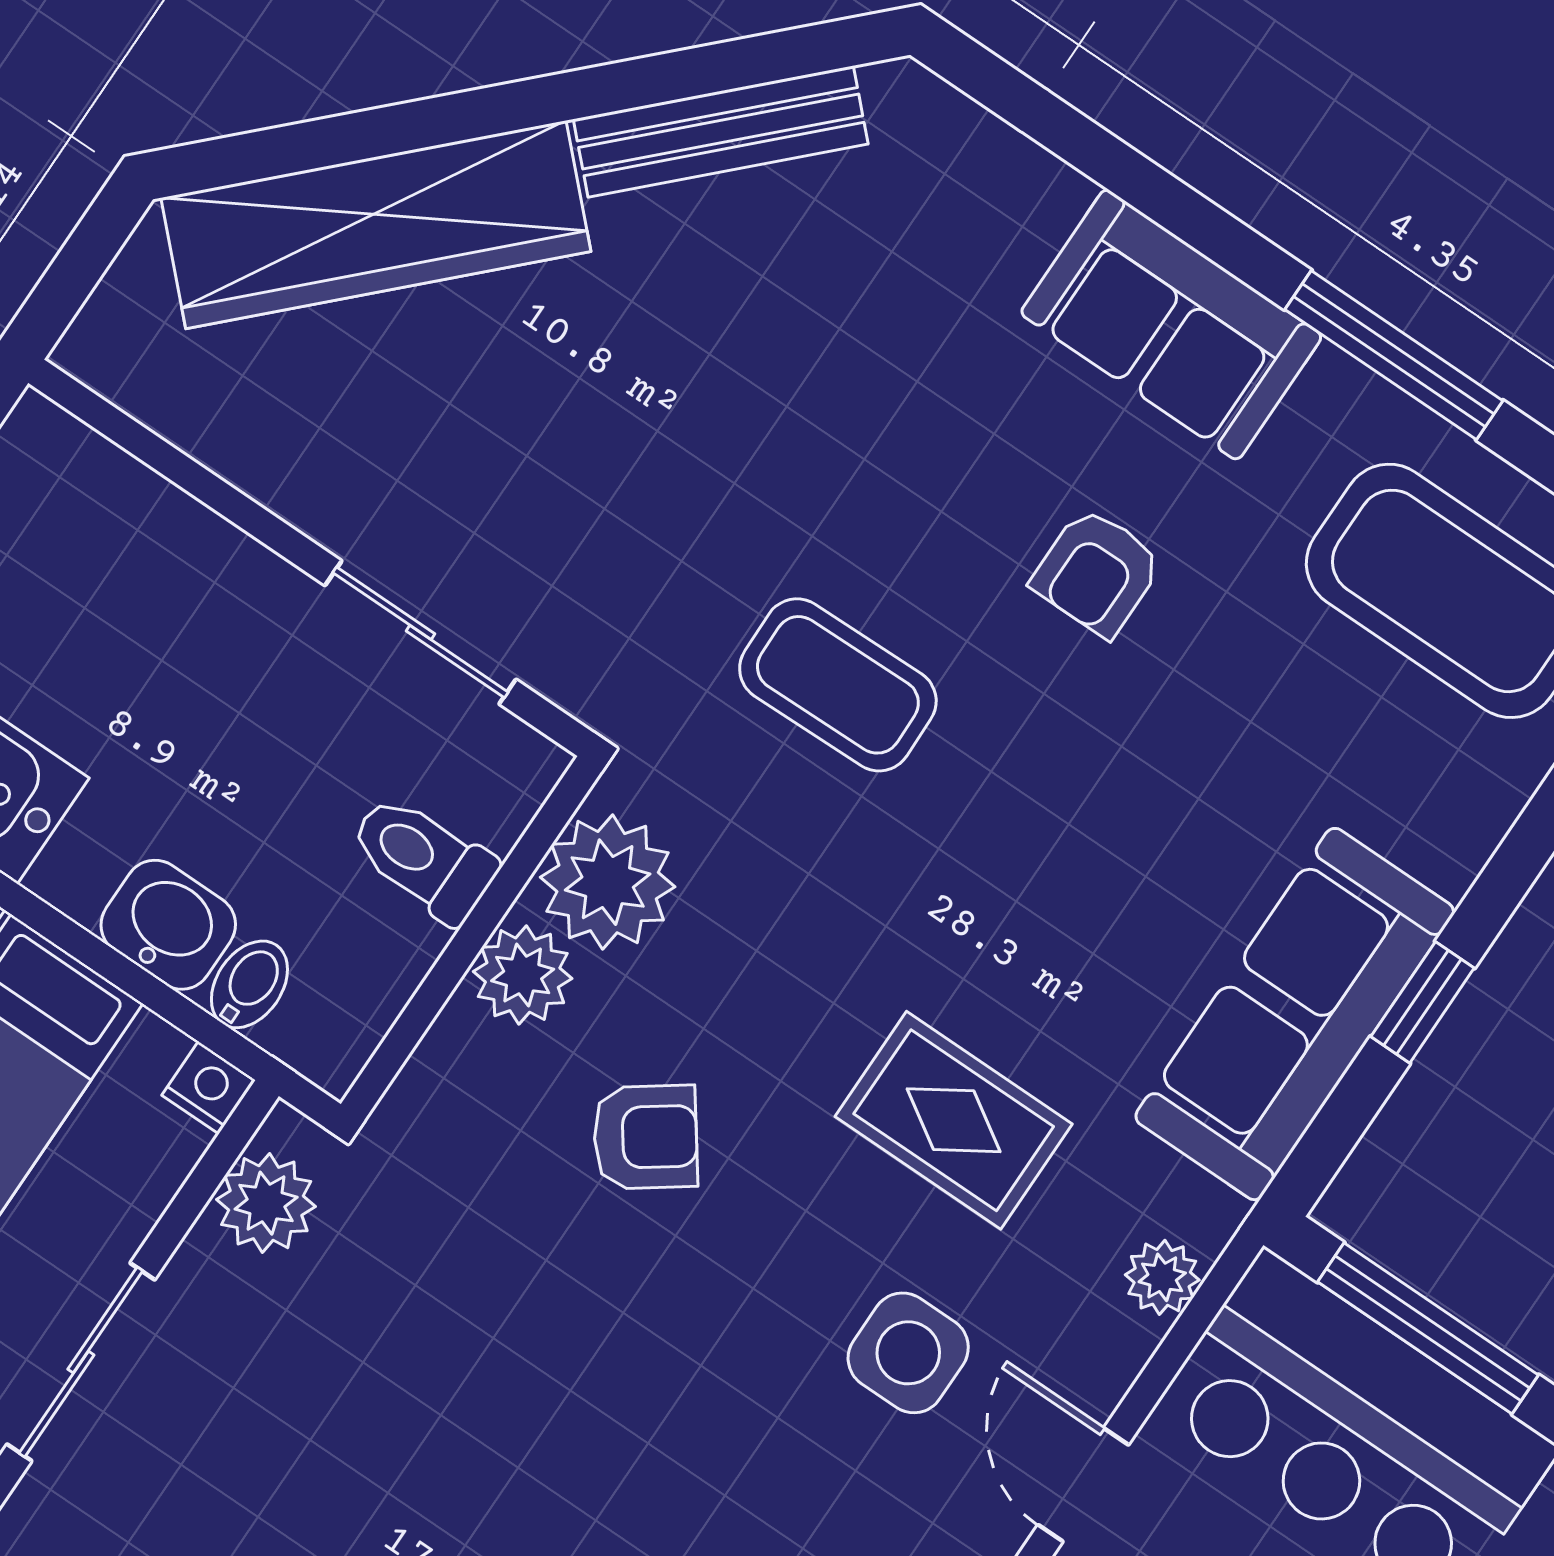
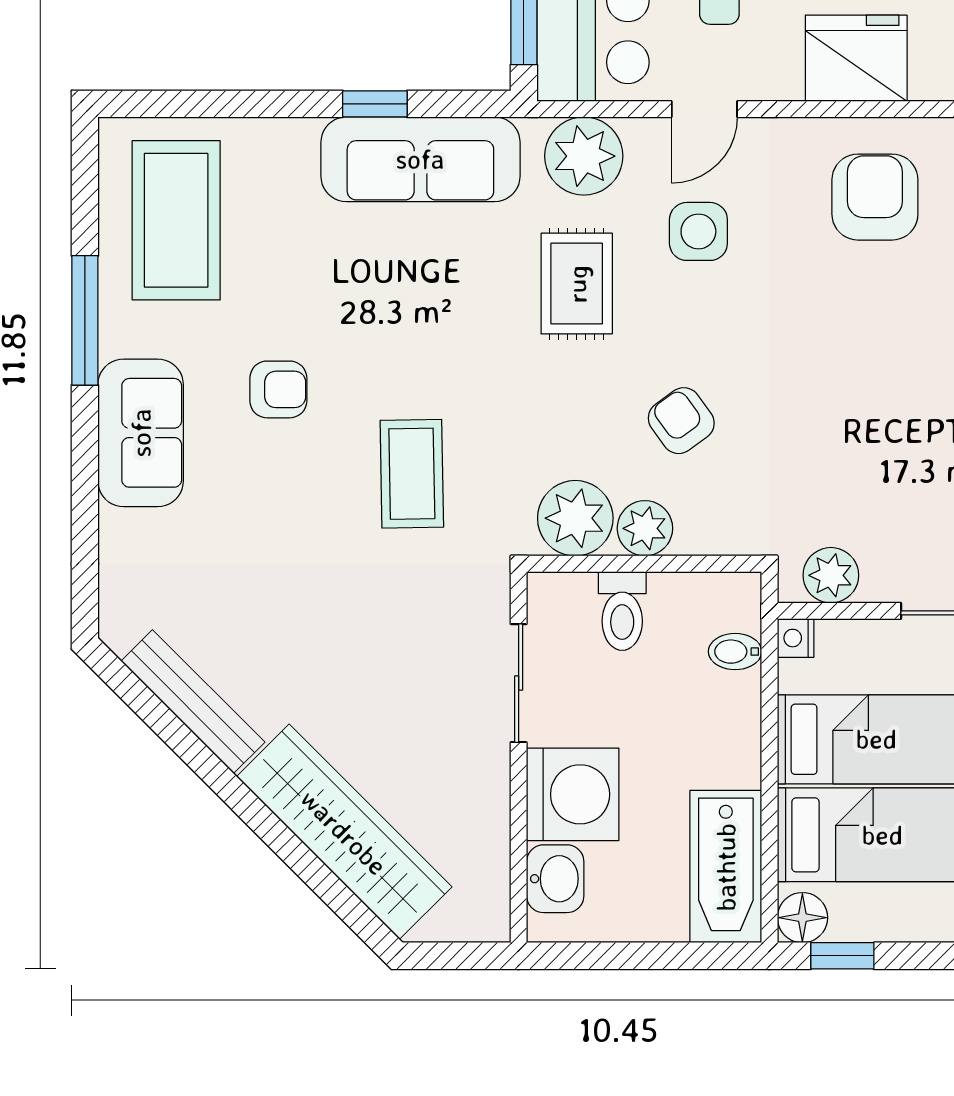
washing machine: (201, 600) -> (573, 794), added
washbasin: (168, 925) -> (555, 879), moved, turned 180
plant: (1162, 1277) -> (584, 156), width x1.88, depth x1.88

